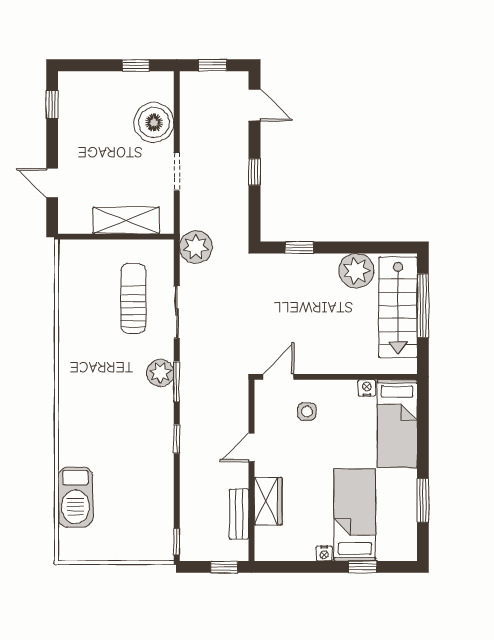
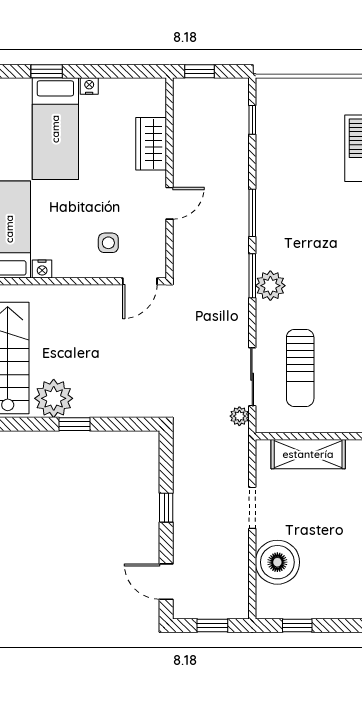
plant: (196, 247) -> (239, 416), width x0.53, depth x0.53
window: (299, 248) -> (75, 424), moved
sliding door: (177, 312) -> (252, 377), moved
window: (177, 439) -> (252, 213), width x1.50
bench: (239, 514) -> (183, 130), removed
window: (177, 542) -> (252, 120), moved

